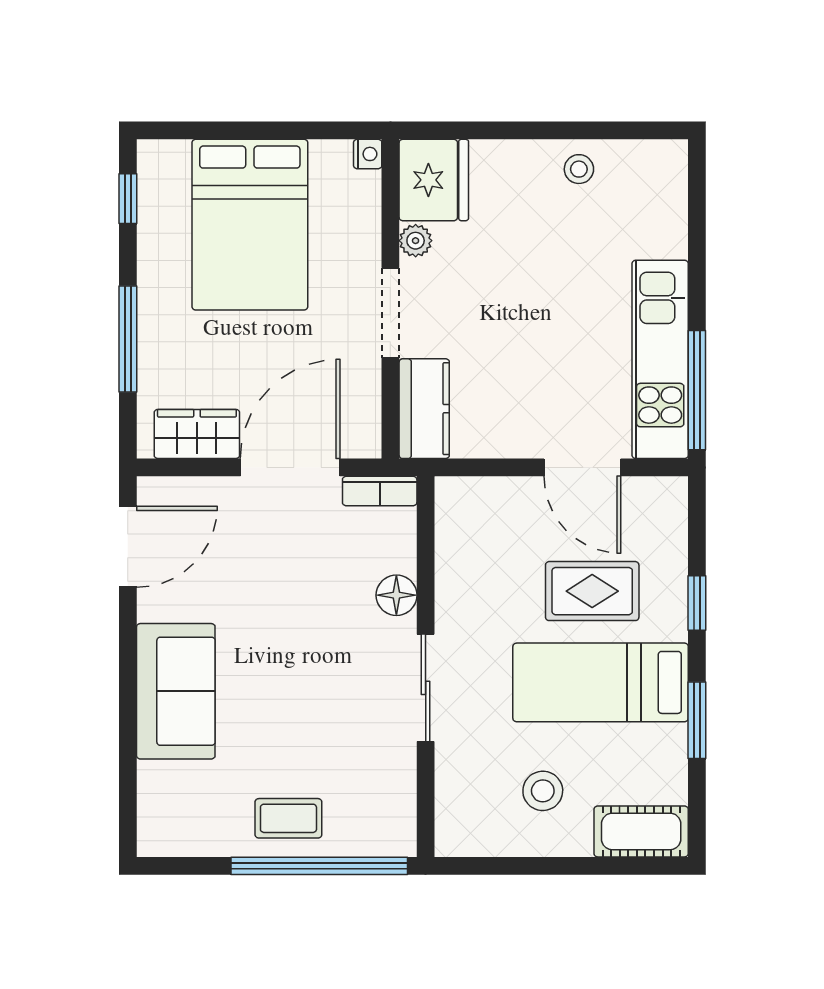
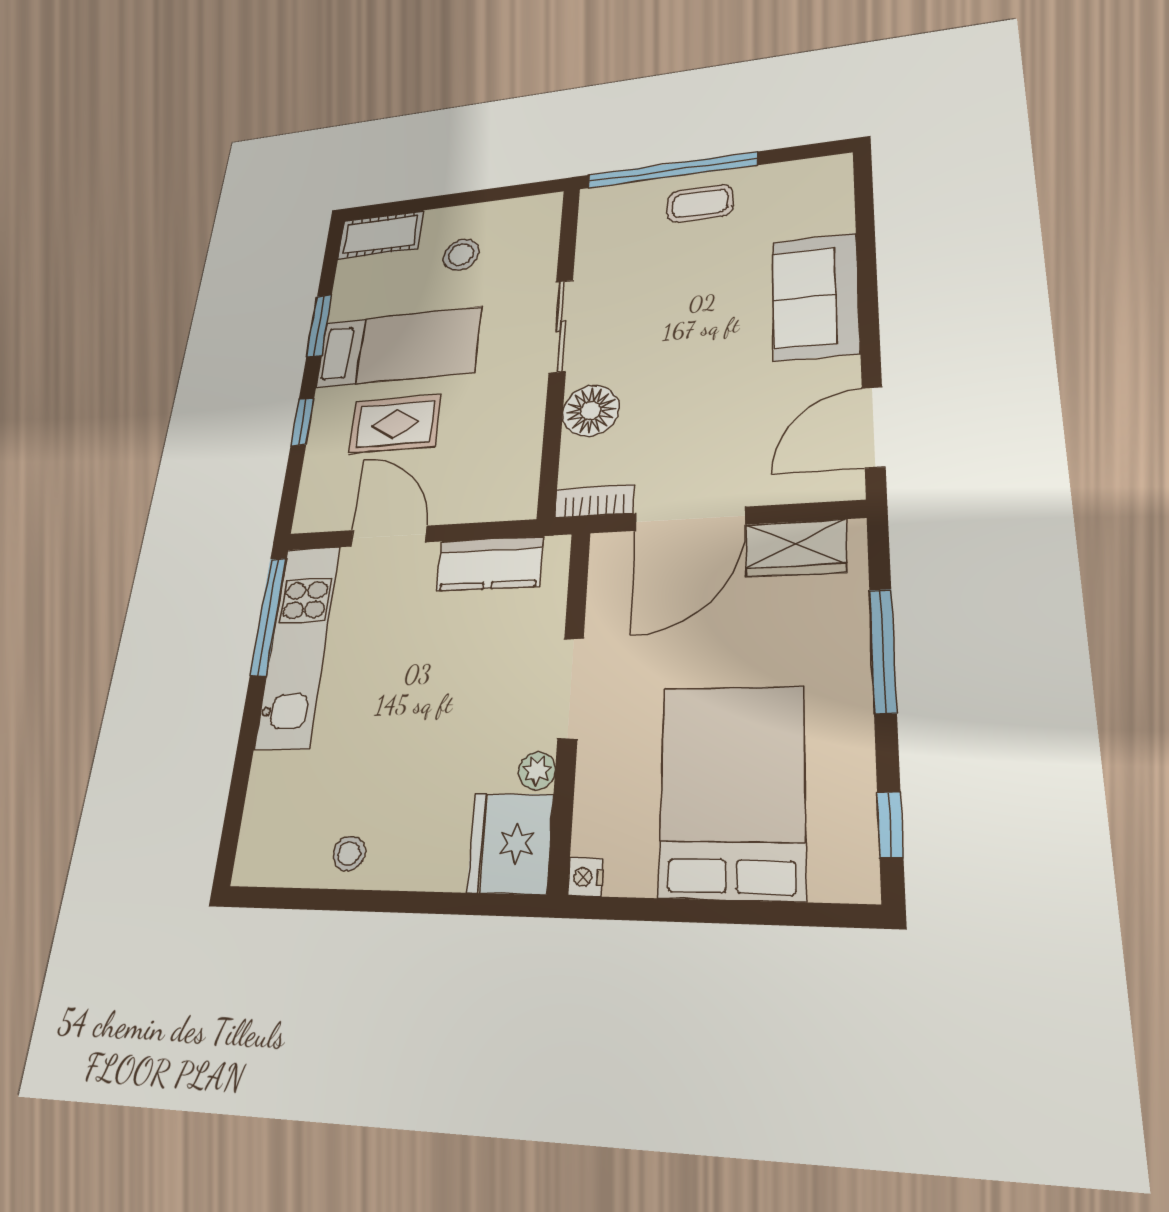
kitchen counter: (424, 409) -> (490, 564), moved, turned -90
floor lamp: (396, 595) -> (591, 411), width x1.38, depth x1.38

